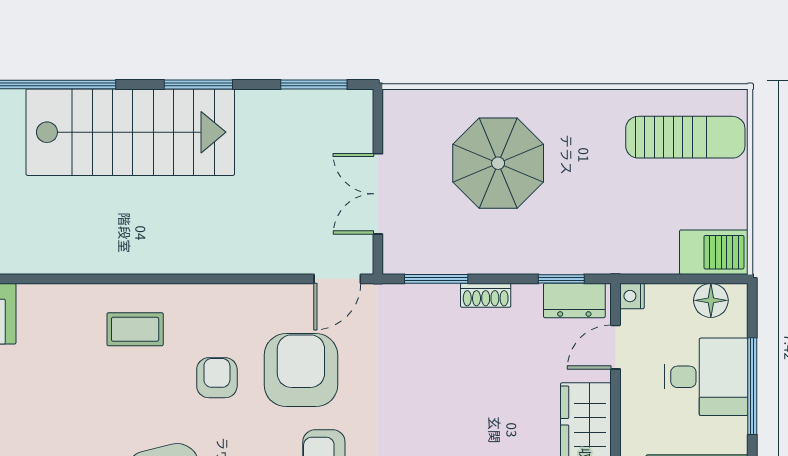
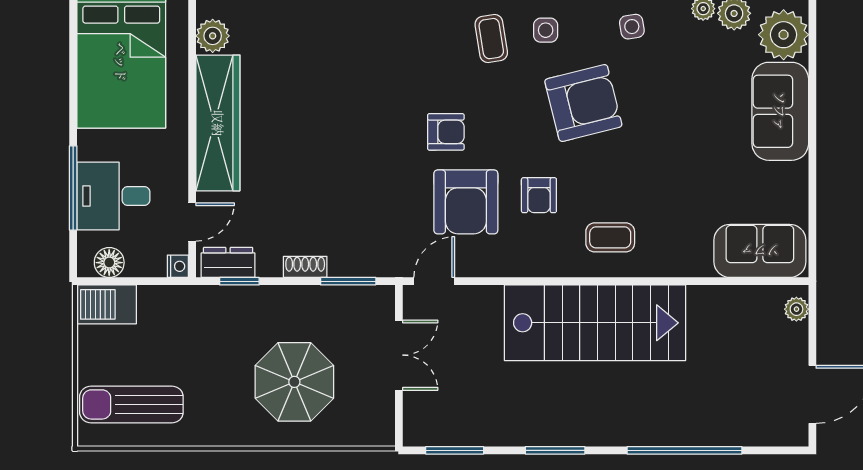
stairs: (130, 132) -> (595, 323), moved, turned 180

